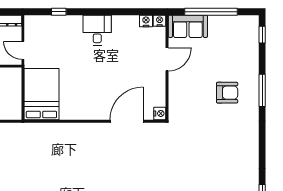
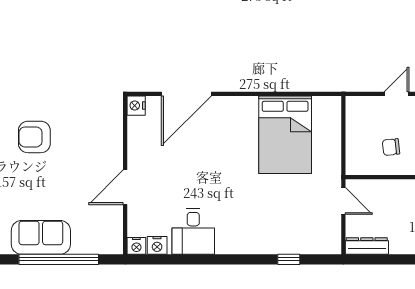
sofa: (188, 26) -> (41, 237), moved
desk: (97, 30) -> (193, 232), moved
bed: (41, 94) -> (285, 135), moved

